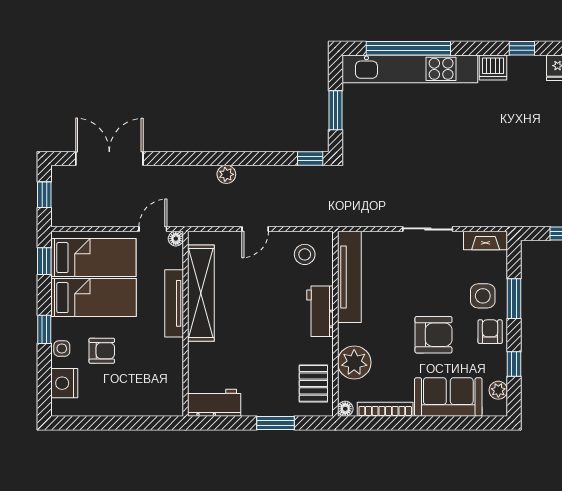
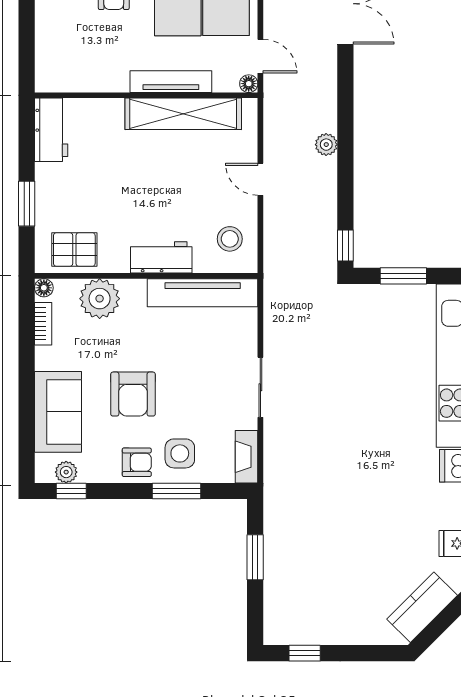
window: (514, 364) -> (71, 491), moved
bookcase: (385, 409) -> (43, 324), width x0.64

